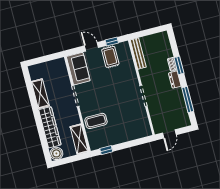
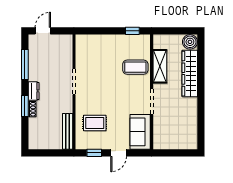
door: (92, 47) -> (119, 153), hinge flipped
rug: (110, 57) -> (95, 123), moved, turned 90
shelving: (40, 94) -> (191, 114), removed
door: (169, 134) -> (43, 31), moved
shelving: (79, 139) -> (160, 66), moved

